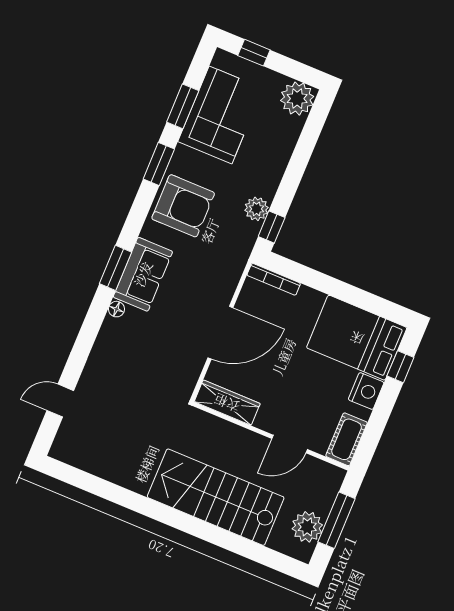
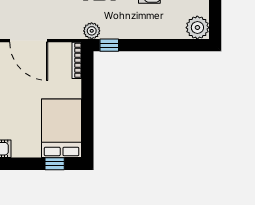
plant: (256, 209) -> (92, 31), moved
nightstand: (366, 391) -> (30, 148), removed

